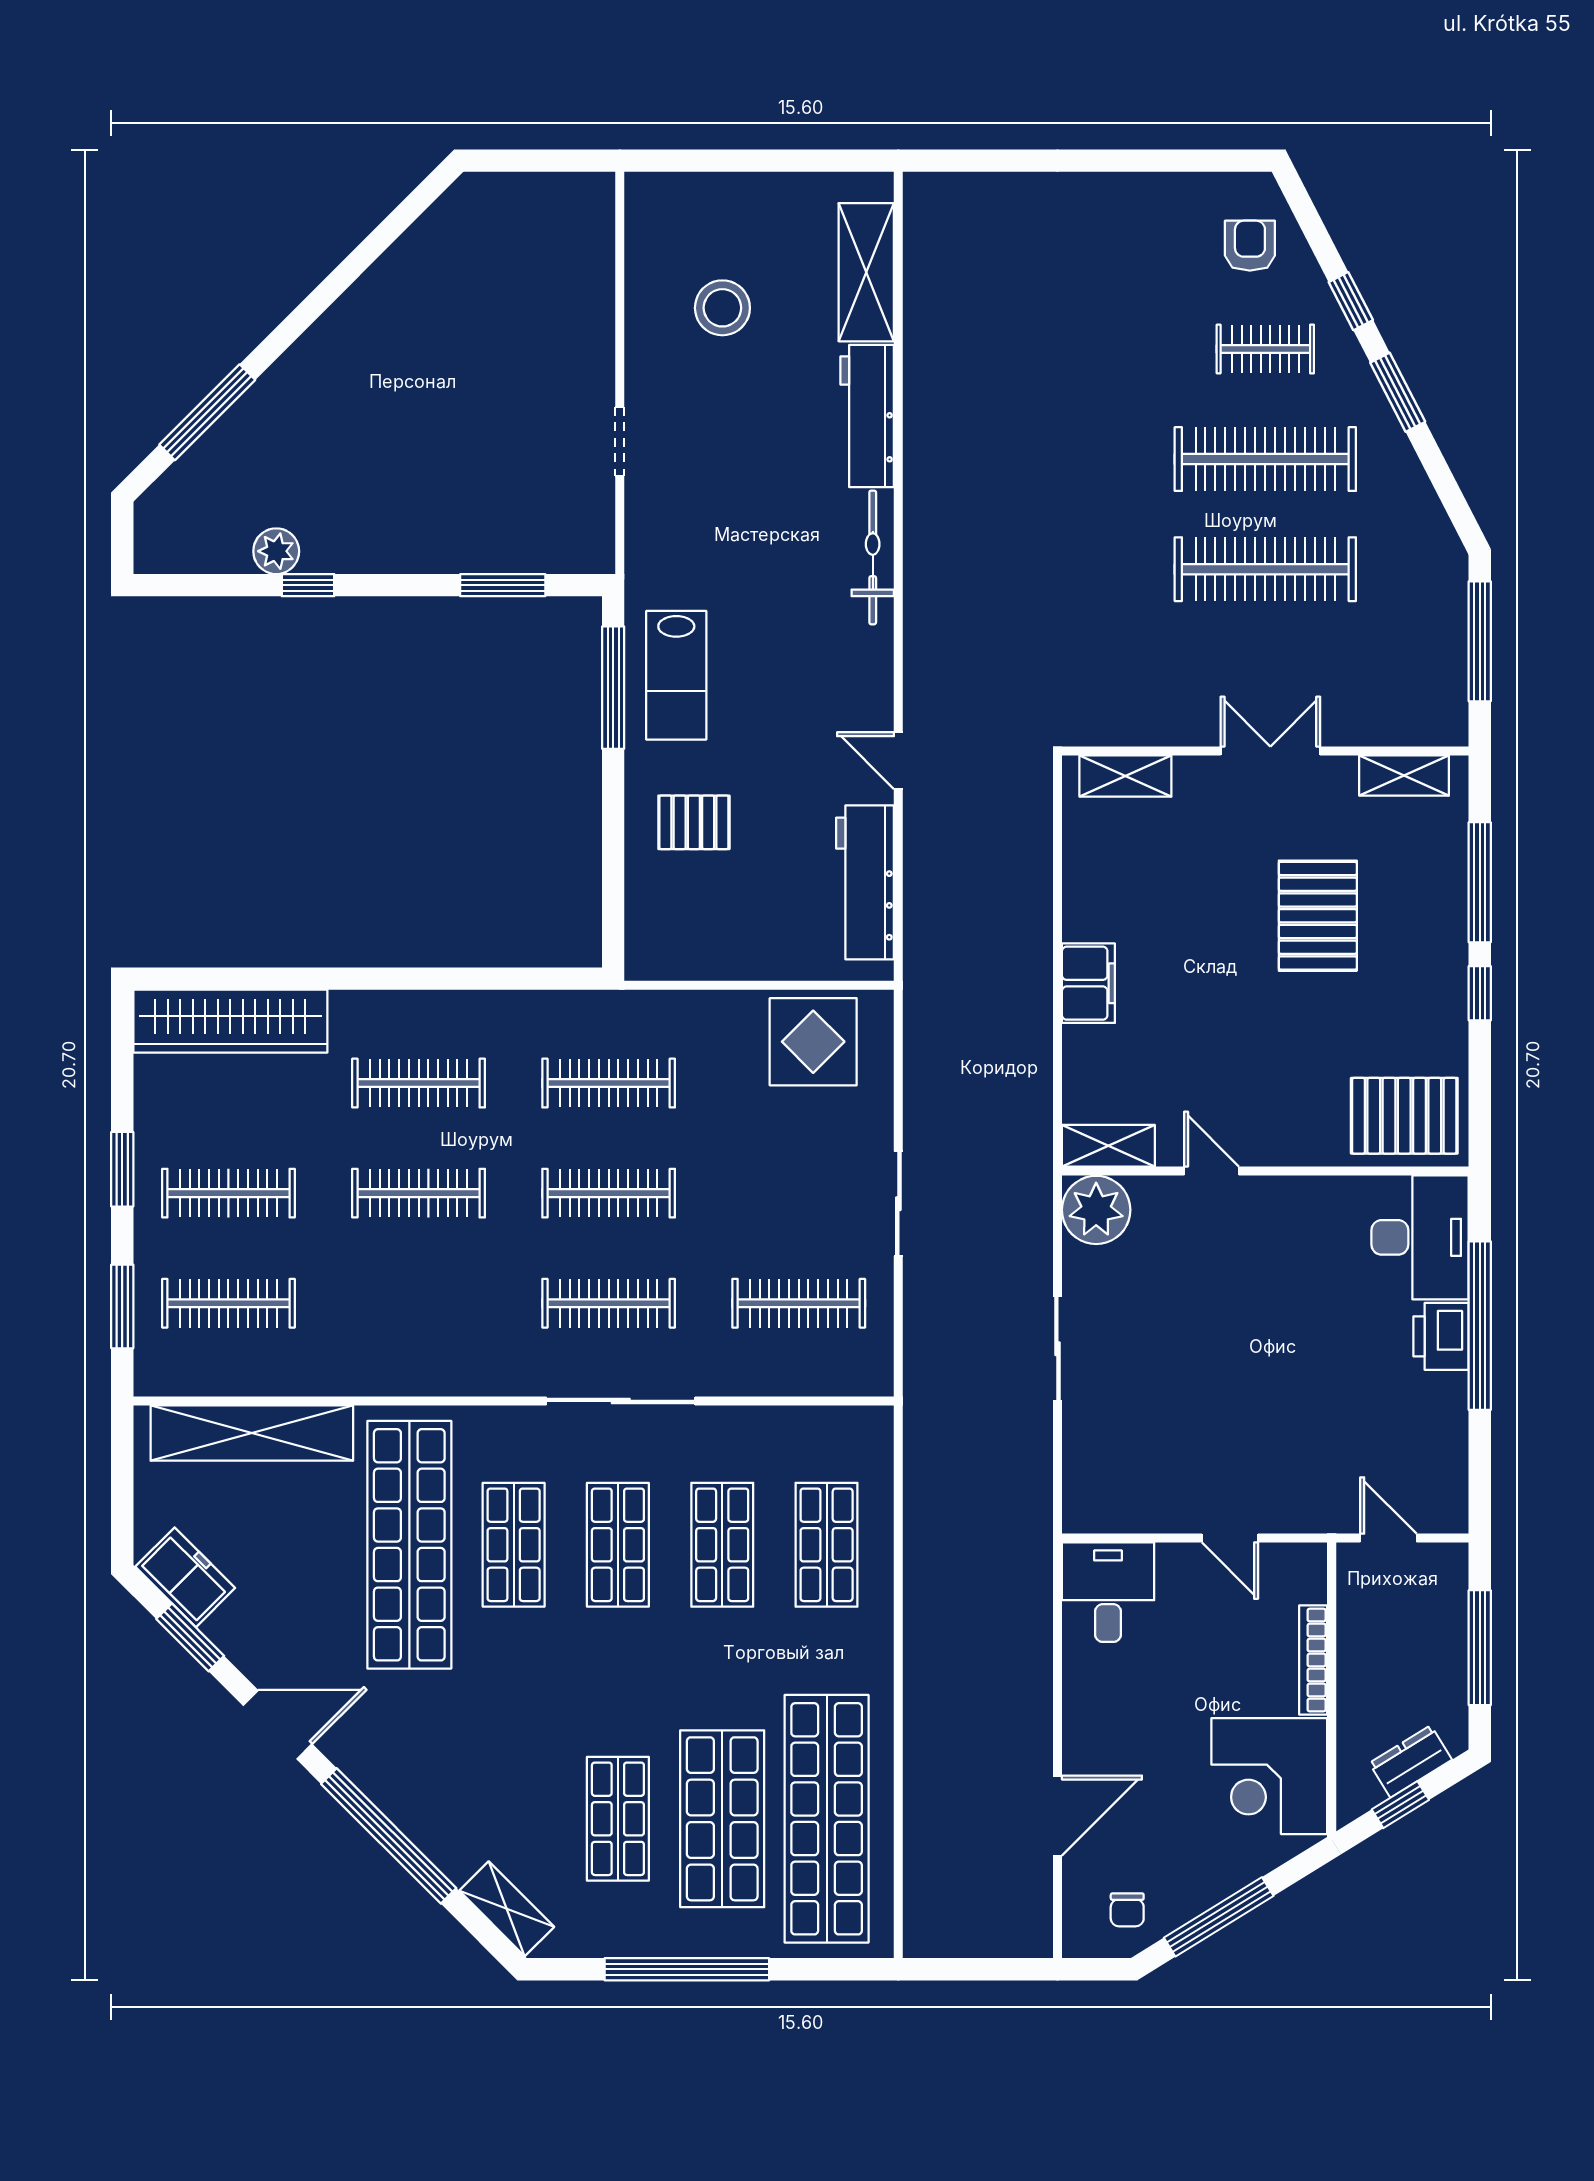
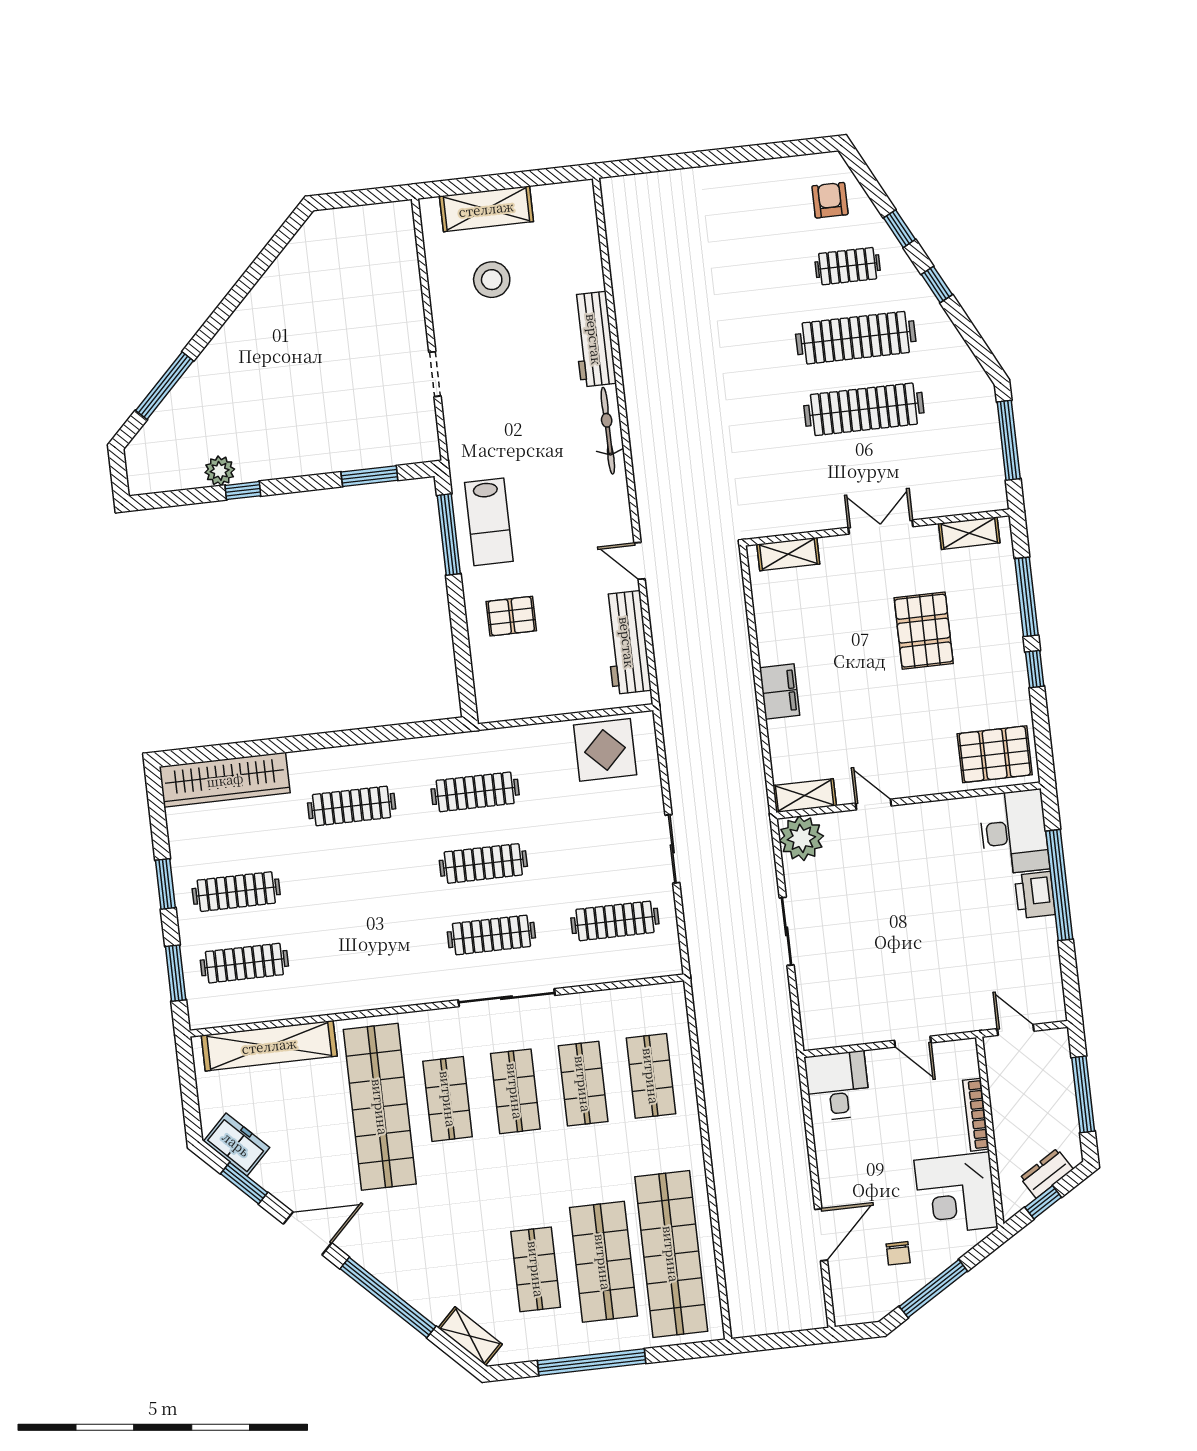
shelving: (866, 272) -> (486, 209), moved, turned 90
window: (1398, 392) -> (937, 284), width x0.67
clothes rail: (419, 1193) -> (360, 878), removed
chair: (1127, 1910) -> (898, 1253), moved

